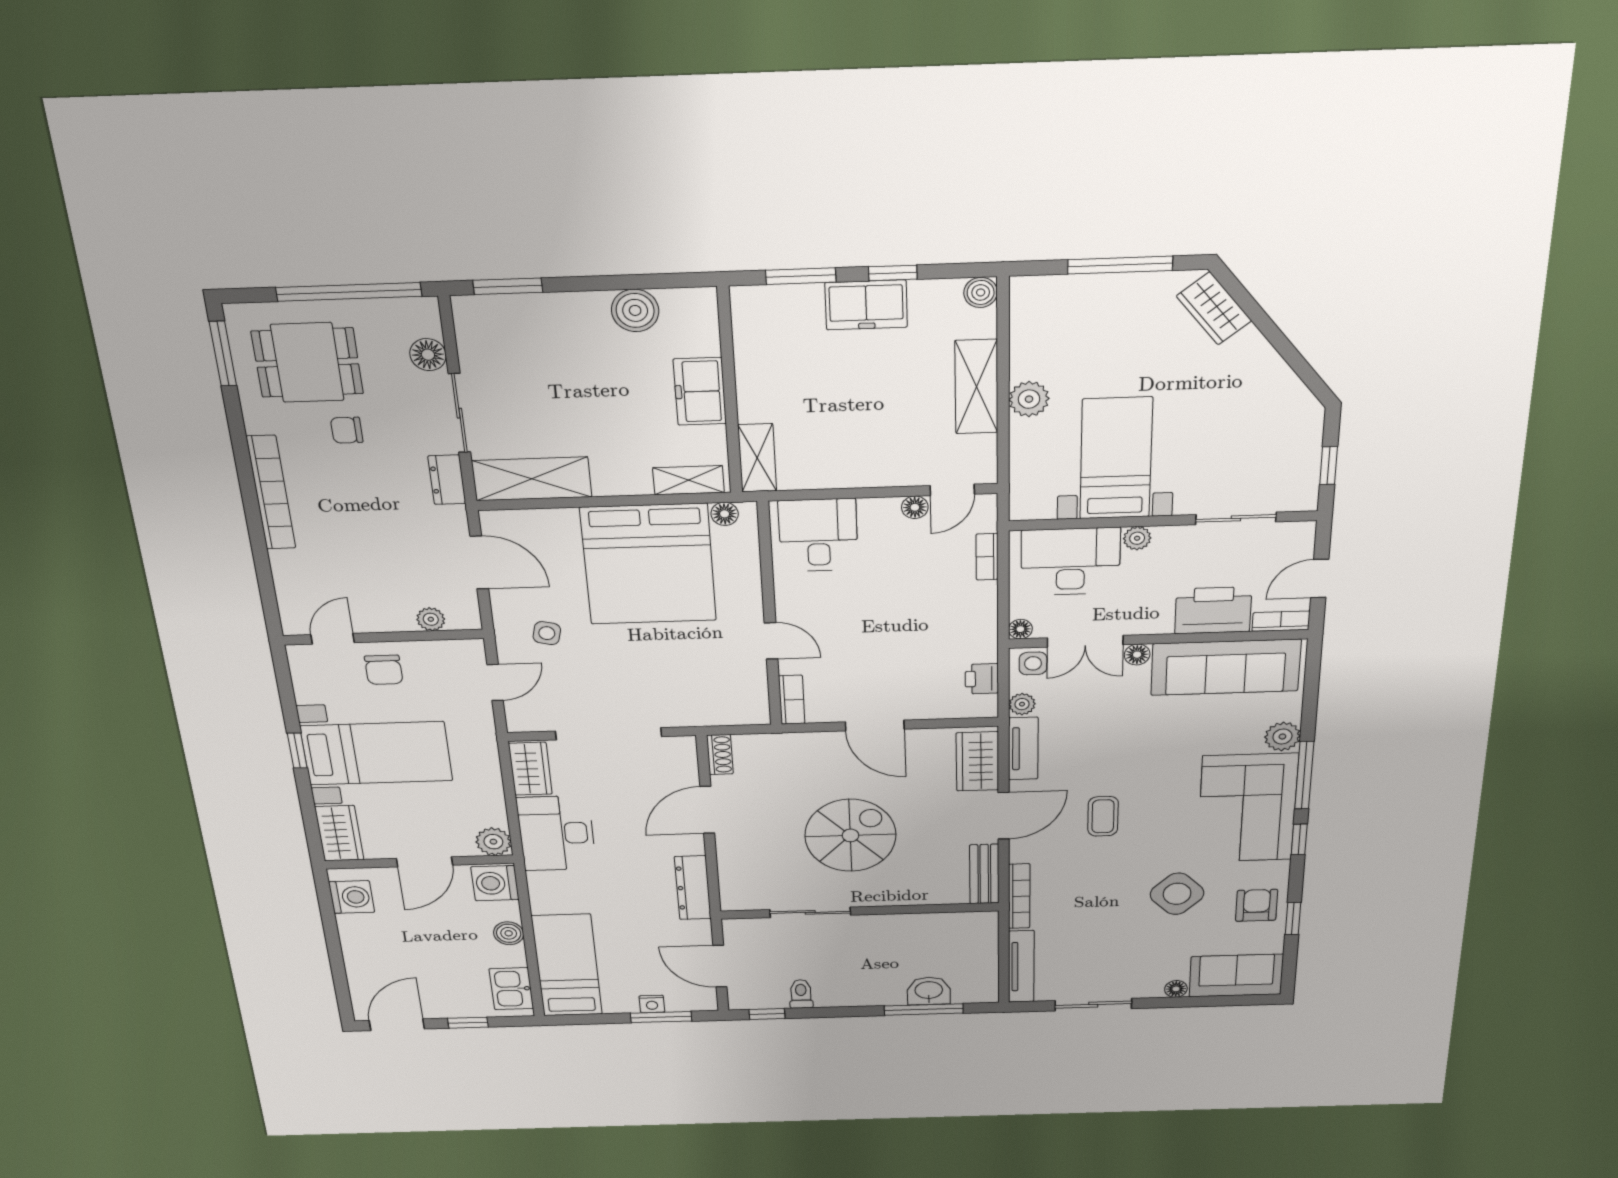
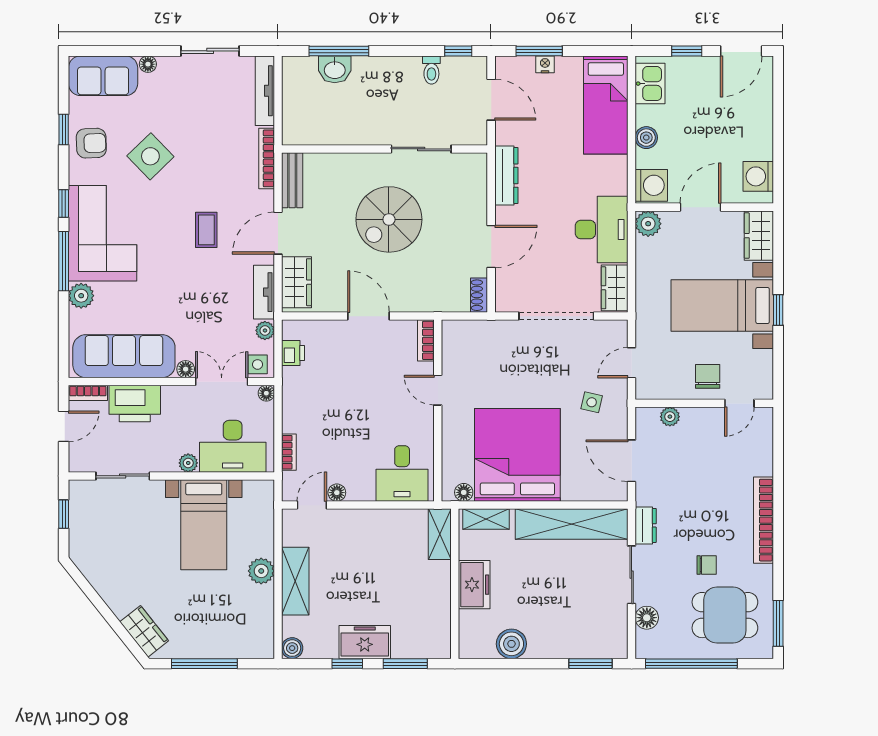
shelving: (532, 479) -> (572, 524), width x1.47
armchair: (1257, 905) -> (91, 143), turned -92

